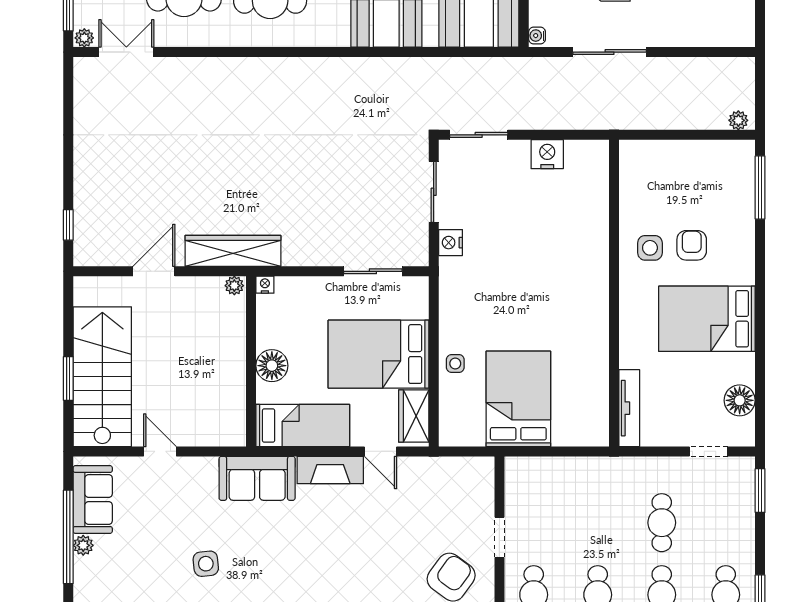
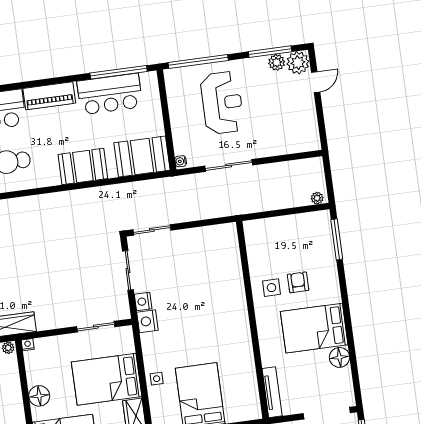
nightstand: (547, 154) -> (147, 321), moved, turned -90
floor lamp: (740, 400) -> (340, 357), moved
doorway: (709, 451) -> (327, 413), width x1.87

